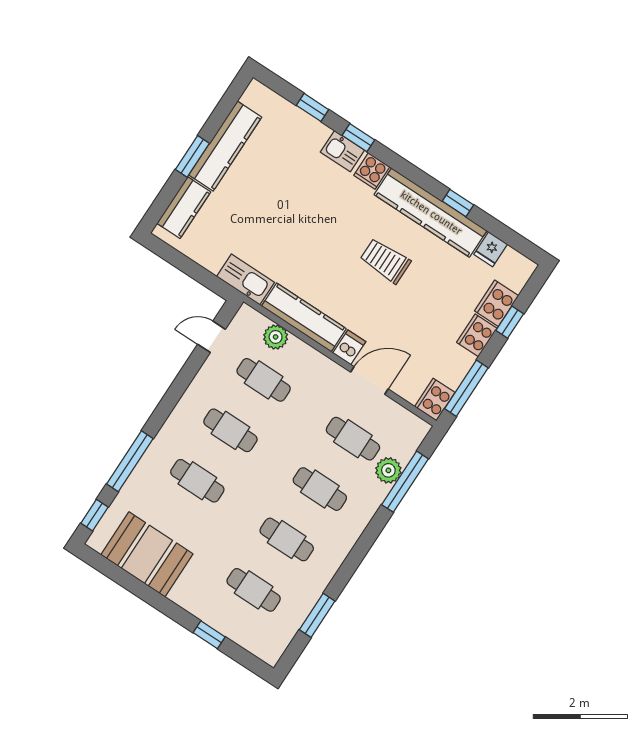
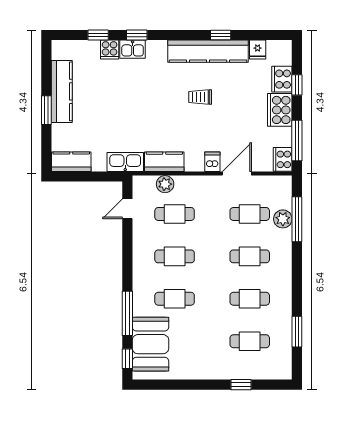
cooker: (372, 171) -> (110, 50), moved
kitchen counter: (184, 208) -> (71, 162), moved, turned -90
trolley: (385, 261) -> (200, 97), width x0.73, depth x0.72
kitchen counter: (304, 317) -> (164, 162), width x0.67
cooker: (477, 335) -> (280, 110), width x1.37, depth x1.31
booth: (147, 554) -> (150, 344), moved, turned 90

